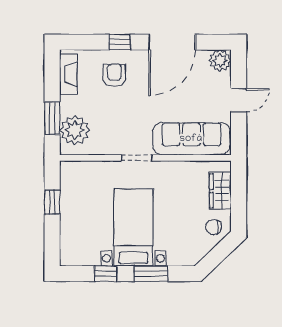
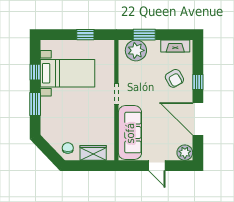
armchair: (114, 75) -> (174, 78), turned 61
bed with nightstands: (133, 227) -> (68, 73), moved

